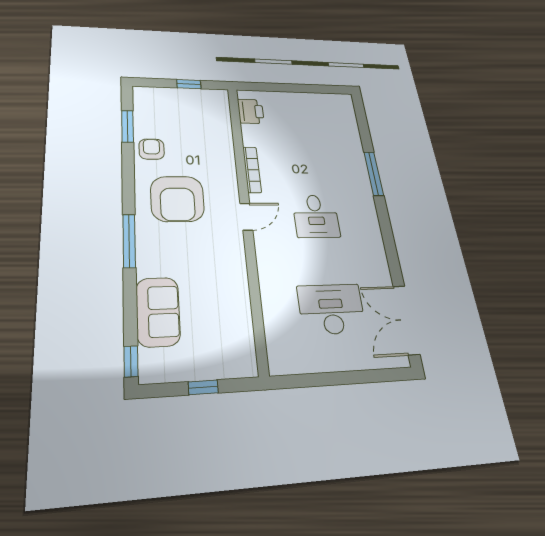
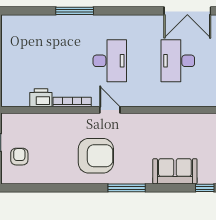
printer: (251, 111) -> (41, 98), moved
window: (127, 126) -> (37, 188), removed
armchair: (152, 149) -> (19, 157), moved, turned 90
desk: (316, 216) -> (110, 61), width x1.37

